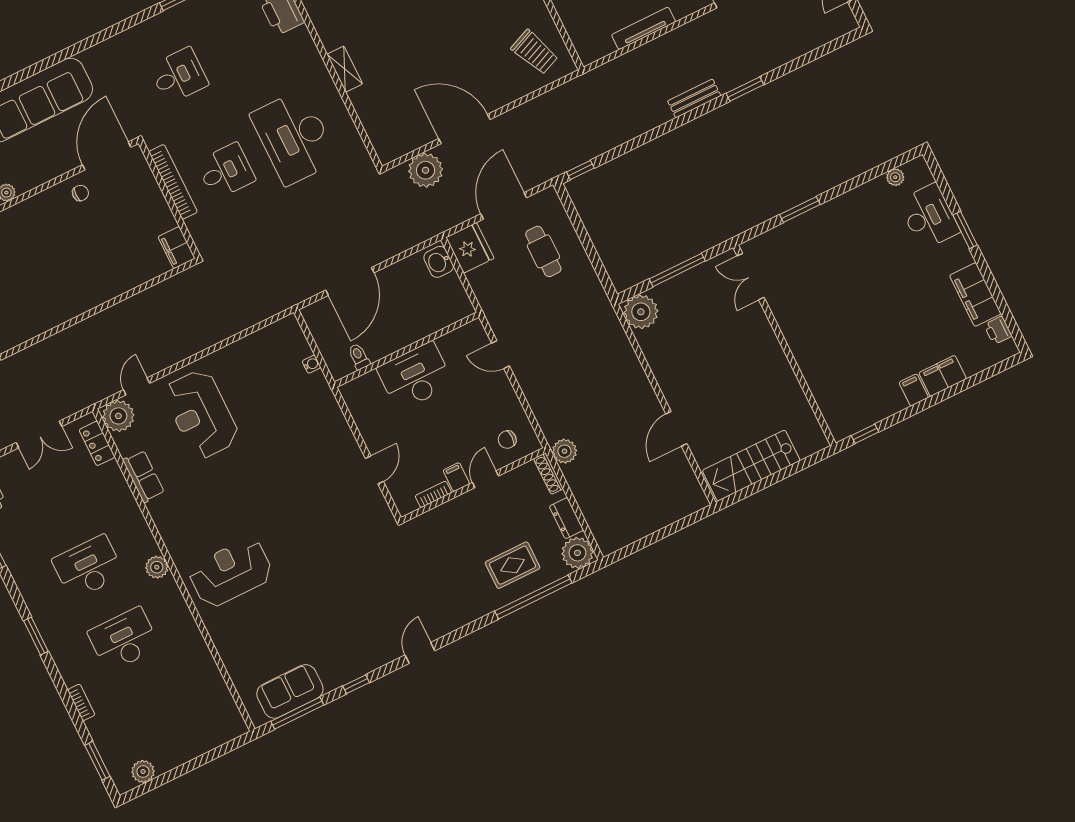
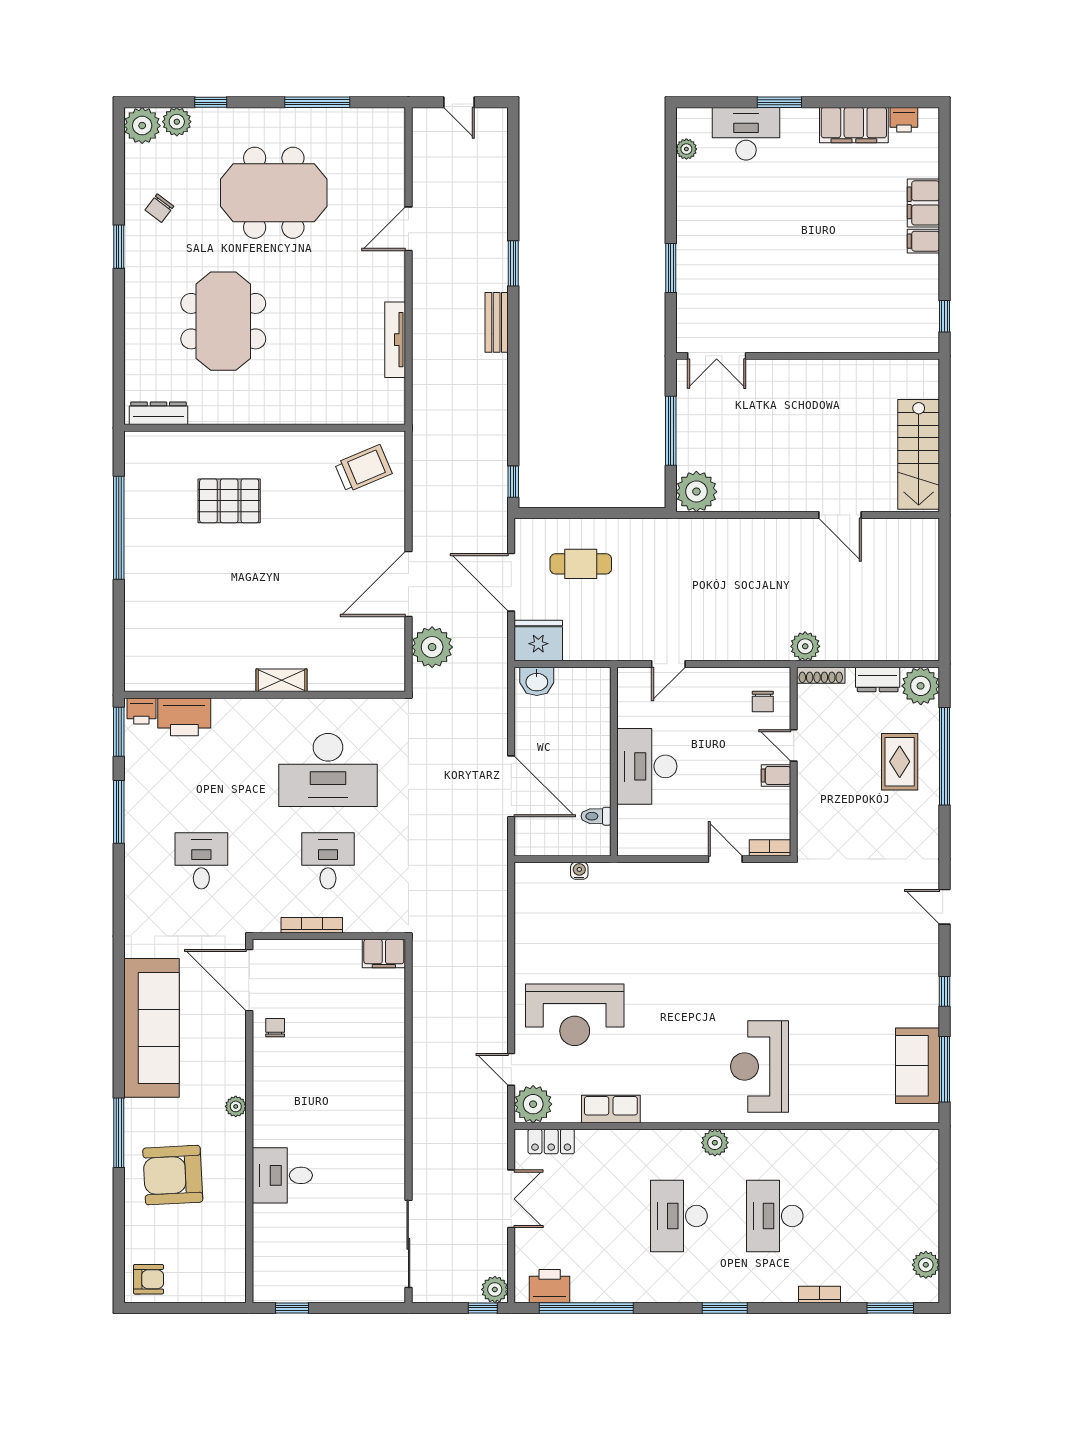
bookcase: (173, 182) -> (312, 925), width x0.68, depth x0.76
bookcase: (433, 494) -> (770, 848), moved, turned 90

